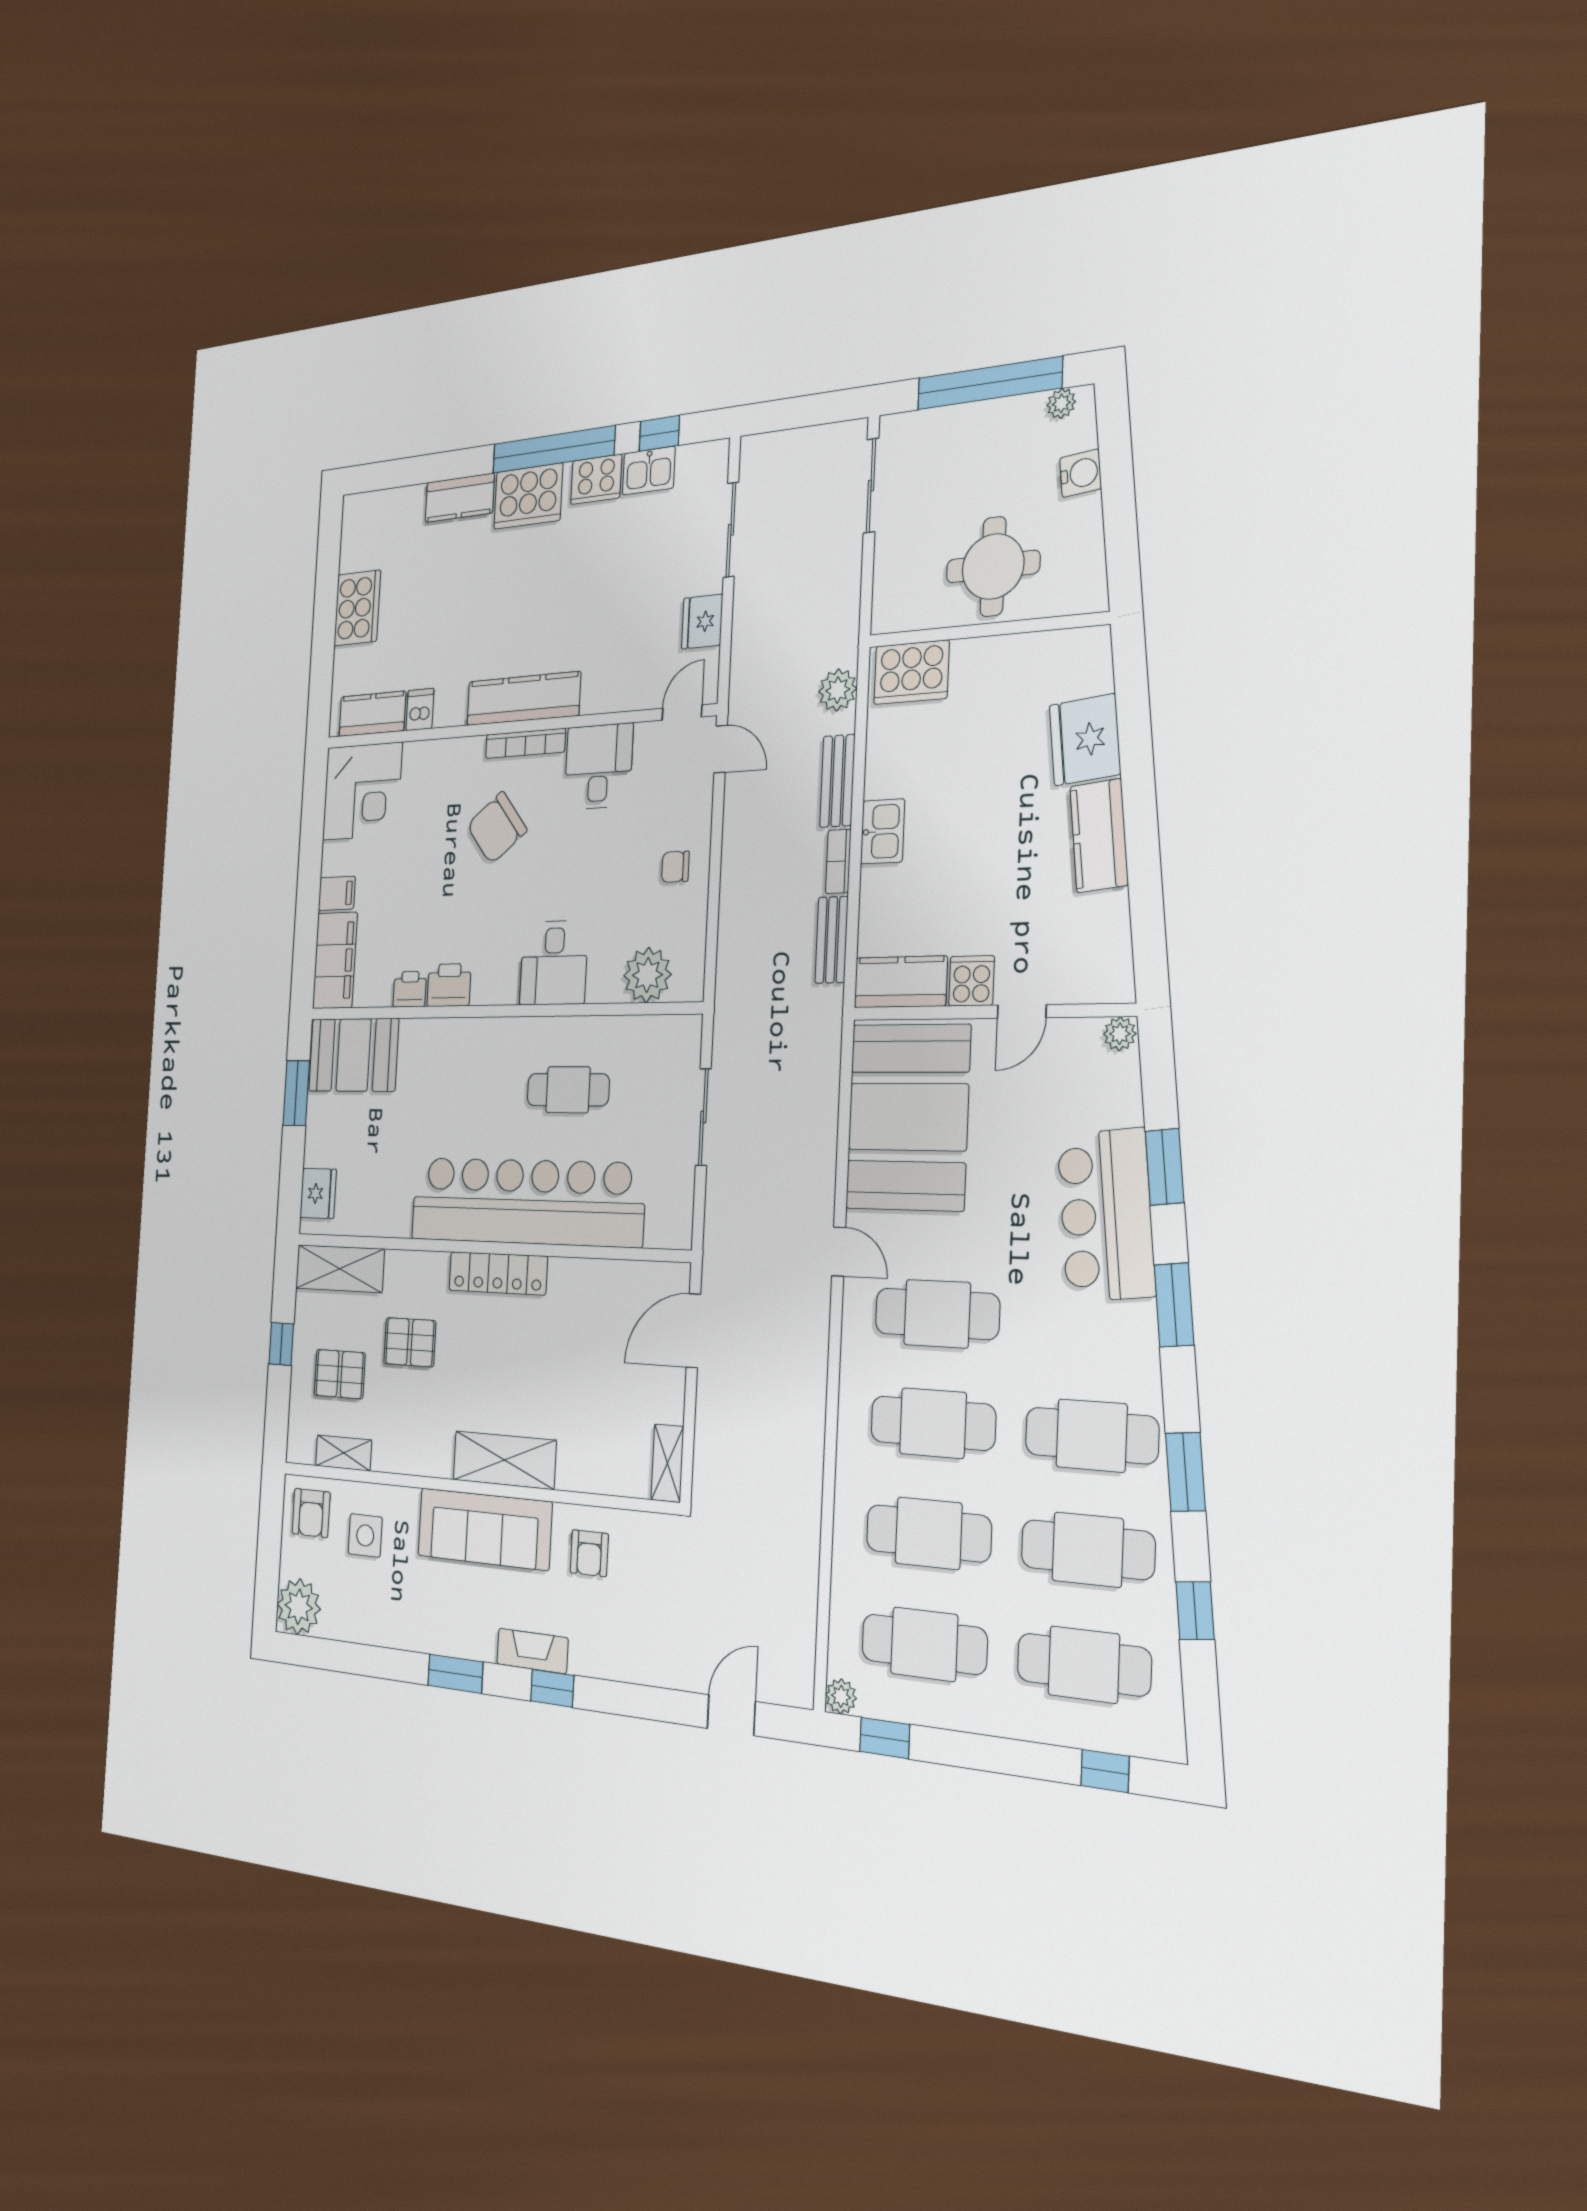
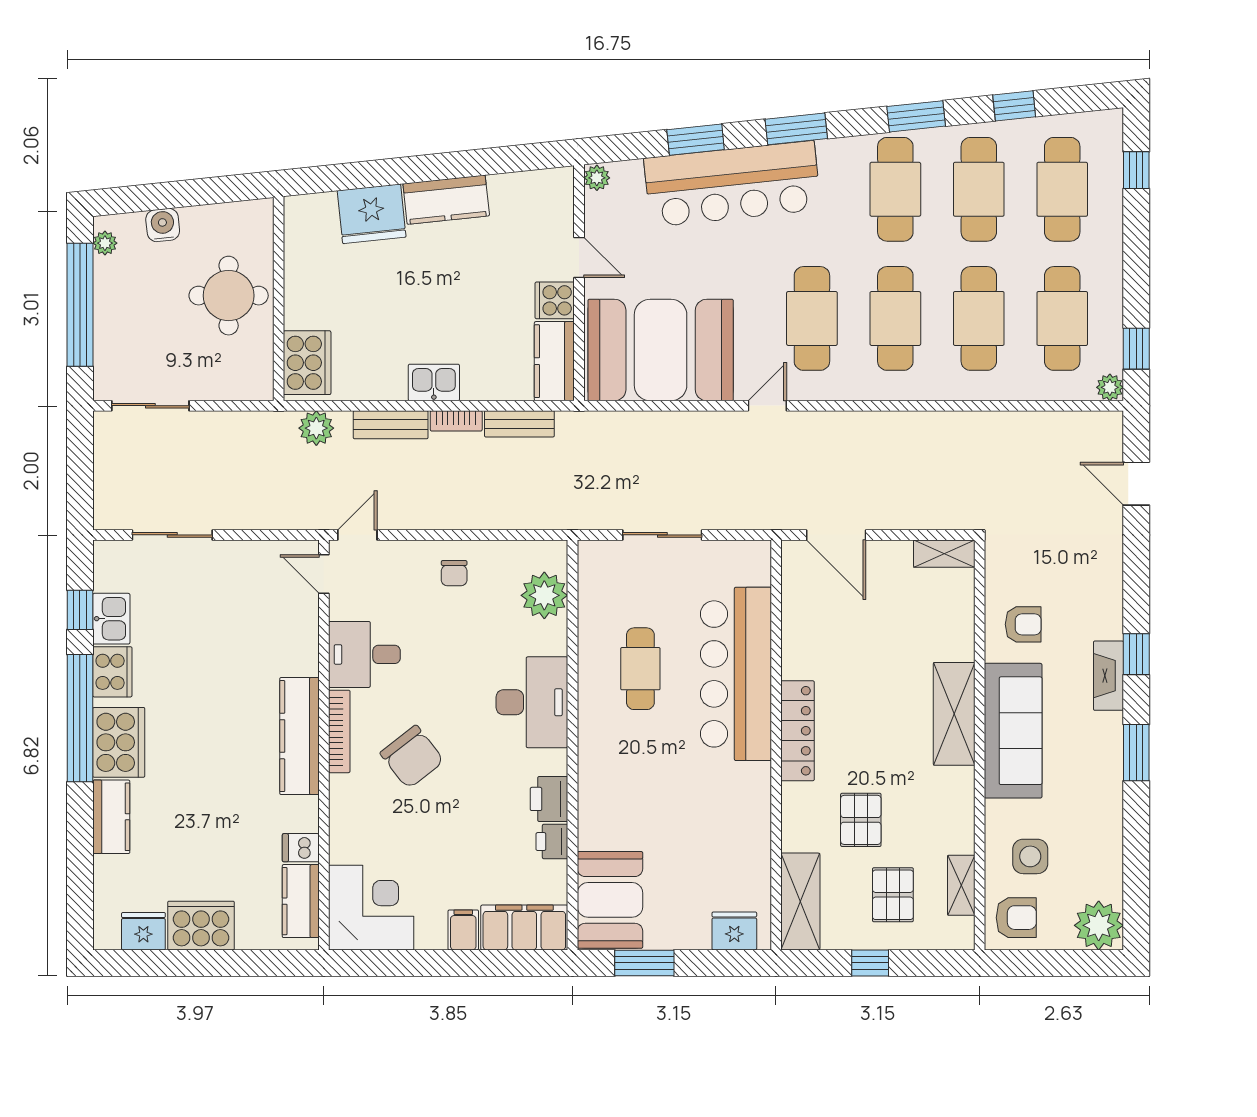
fridge: (702, 622) -> (143, 931), moved, turned 180
desk: (554, 963) -> (532, 702), width x1.37
bar counter: (526, 1202) -> (736, 674), width x0.73
bar counter: (1106, 1215) -> (732, 184), width x1.36

